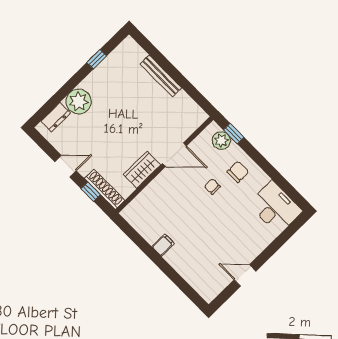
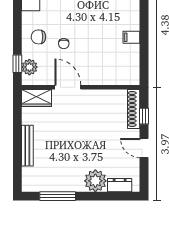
window: (97, 59) -> (58, 196), width x2.17
wardrobe: (142, 170) -> (36, 98), moved

